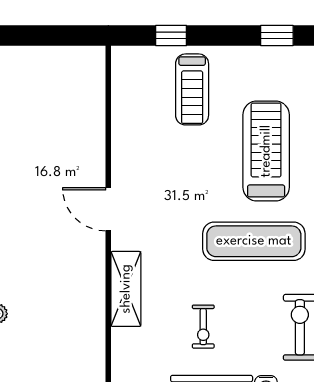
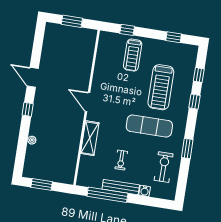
window: (45, 35) -> (72, 21), added
treadmill: (266, 151) -> (161, 87), turned 180

